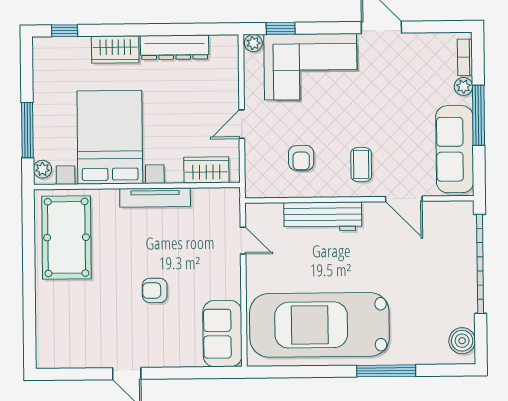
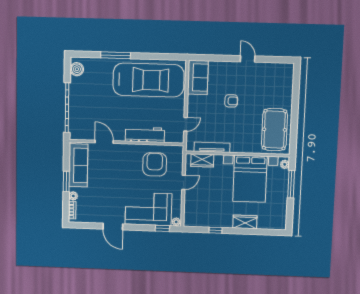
window: (64, 31) -> (216, 230), moved
dresser: (175, 47) -> (215, 222), removed
window: (479, 115) -> (66, 181), width x0.69
armchair: (301, 158) -> (155, 164), width x1.88, depth x1.88
coffee table: (361, 165) -> (125, 160), removed
tv unit: (155, 198) -> (212, 147), moved
door: (243, 241) -> (185, 124), swing flipped

